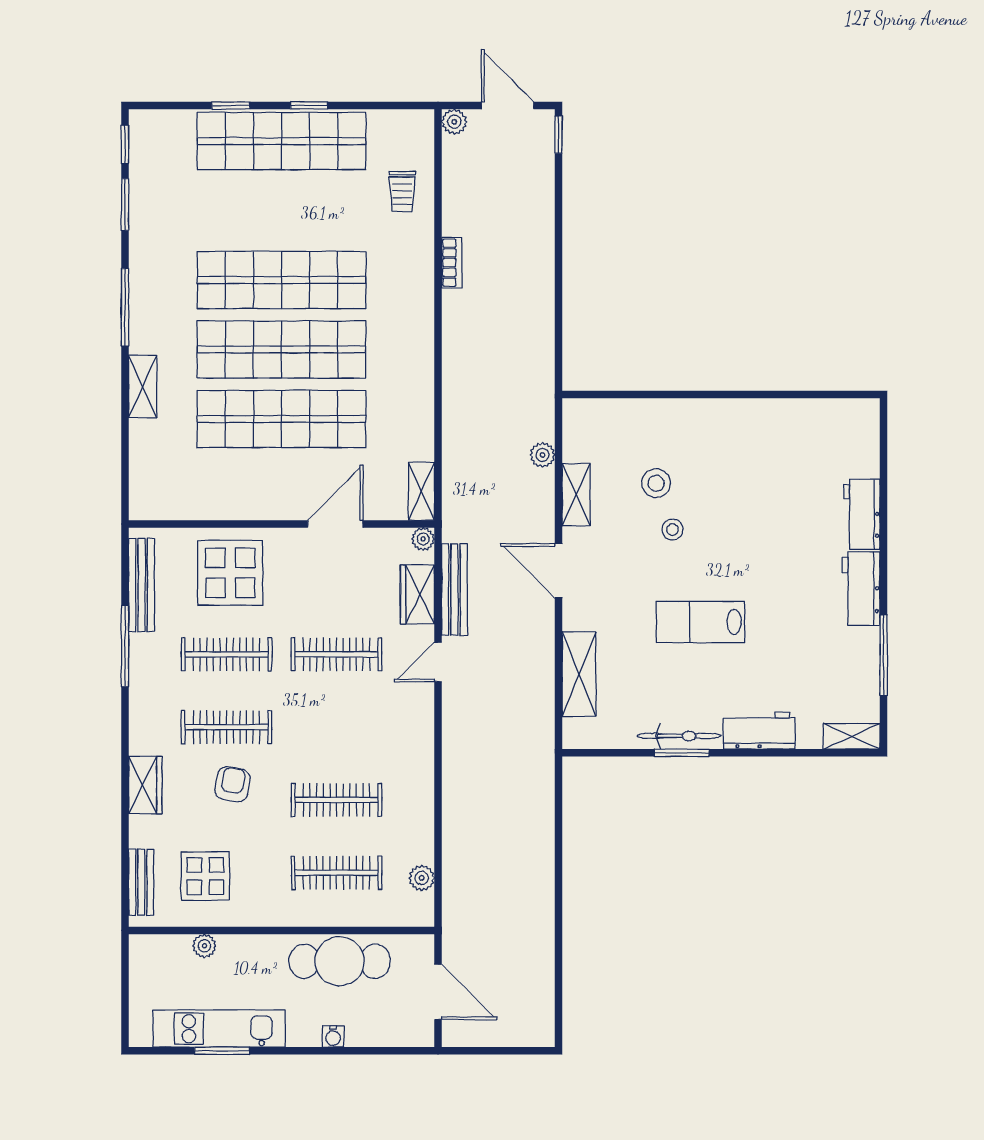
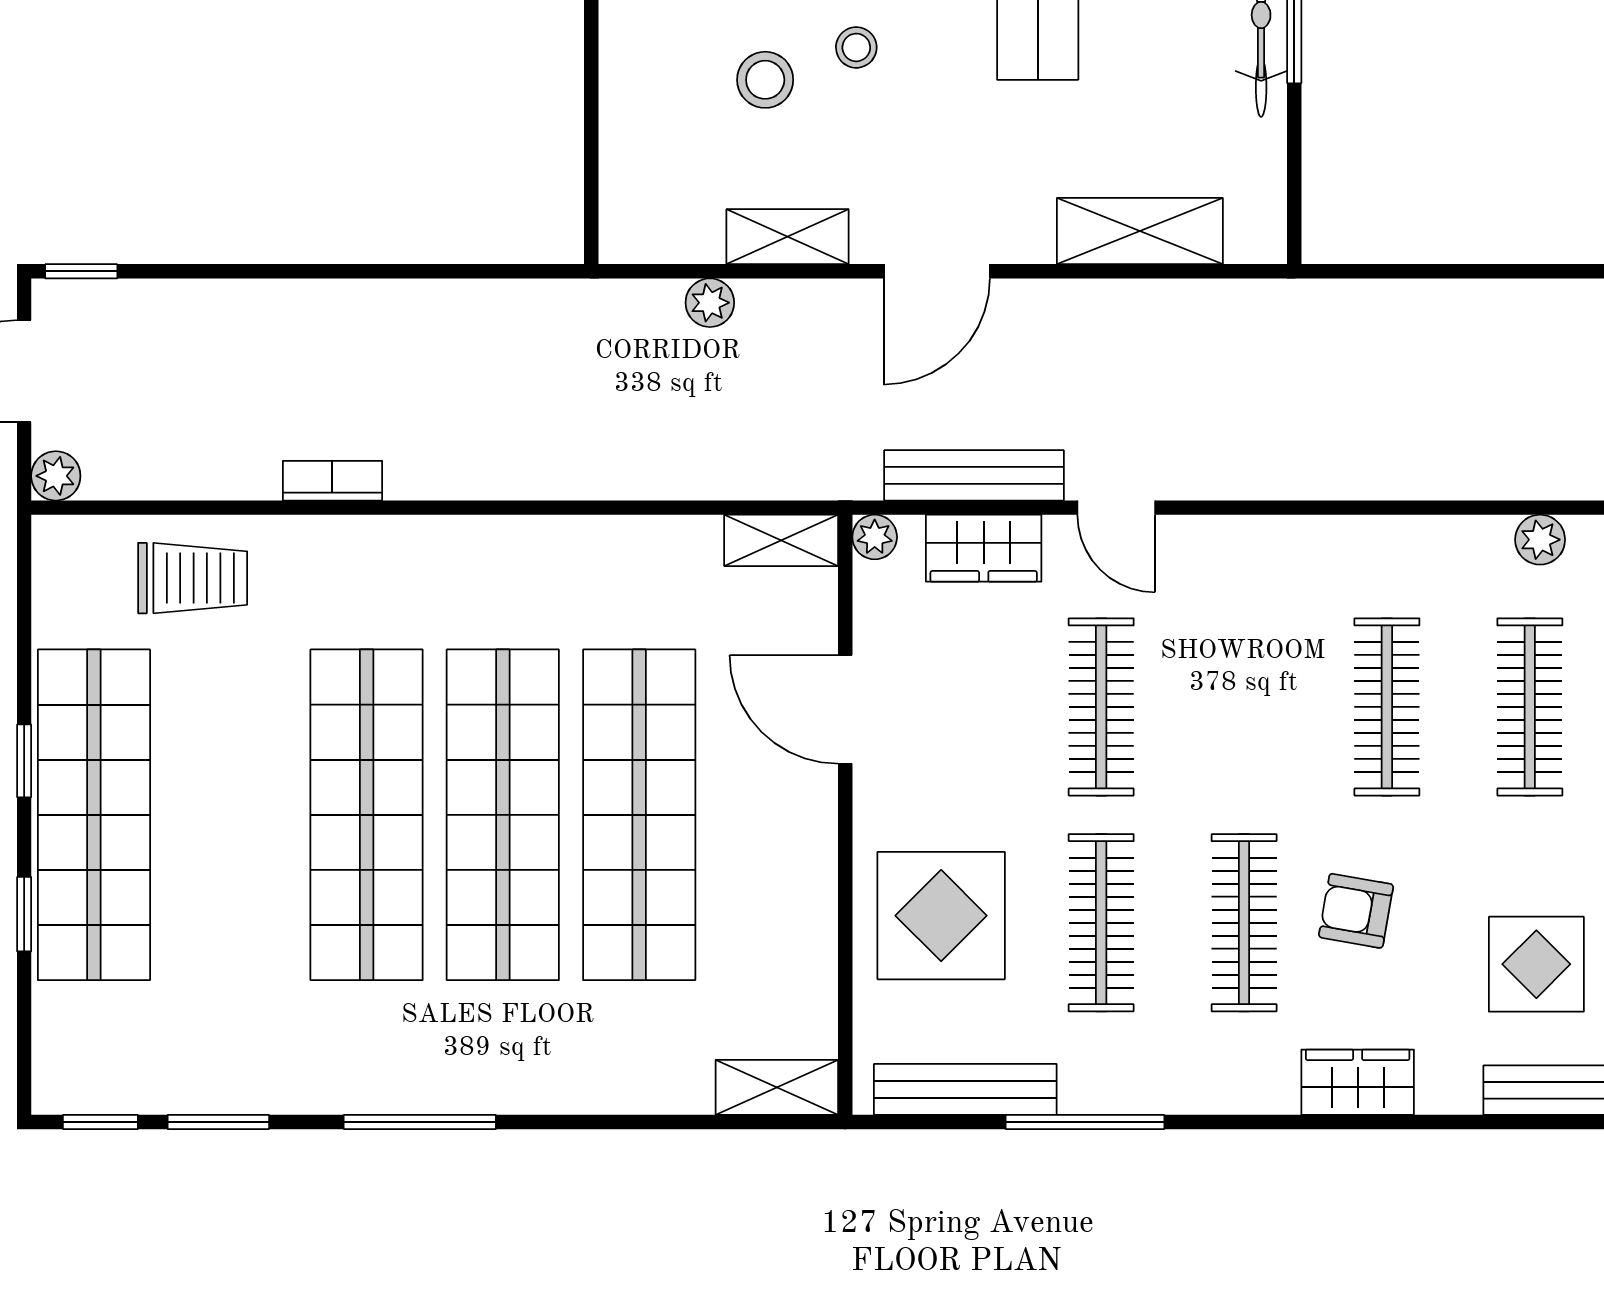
trolley: (402, 191) -> (193, 578), width x1.36, depth x1.39
shelving: (143, 387) -> (777, 1087), moved

